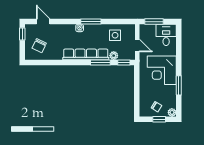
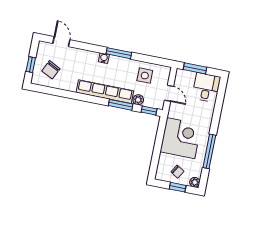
window: (22, 34) -> (31, 65), moved
corner desk: (162, 70) -> (181, 138), moved, turned 180
window: (179, 85) -> (209, 151), width x1.44

